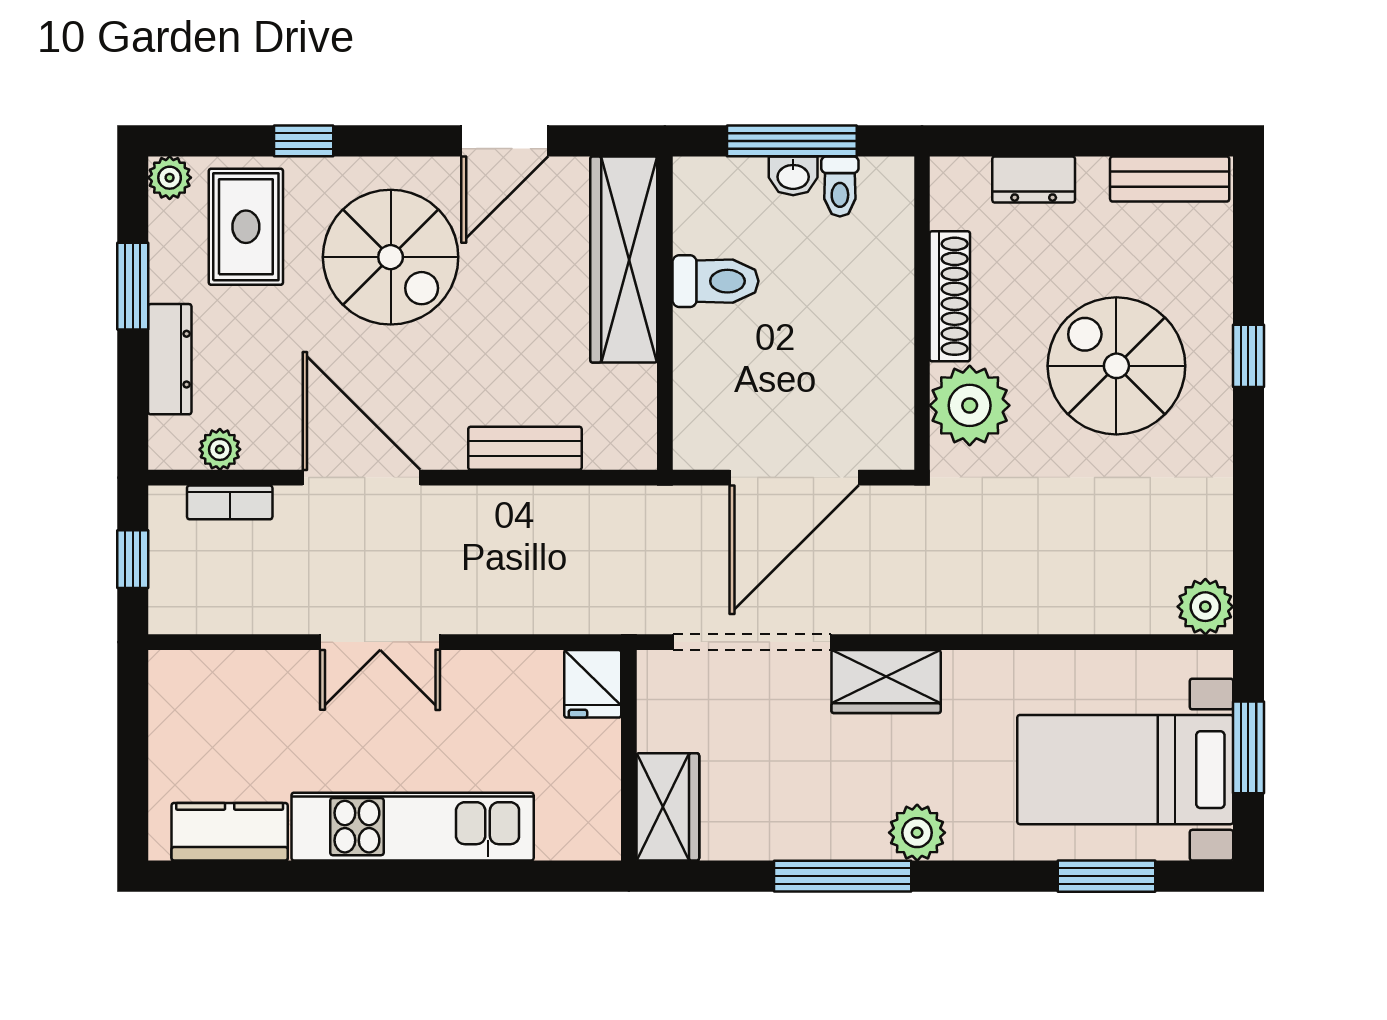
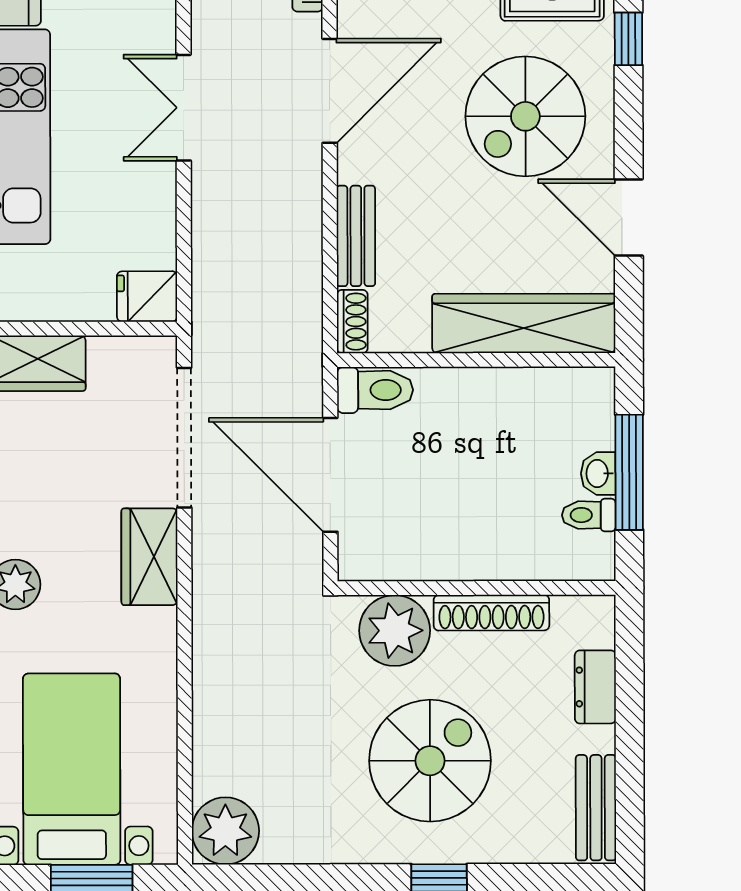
toilet: (715, 281) -> (375, 390), moved, turned -90
shoe rack: (621, 453) -> (352, 322), added
plant: (1205, 607) -> (225, 831), width x1.36, depth x1.36

